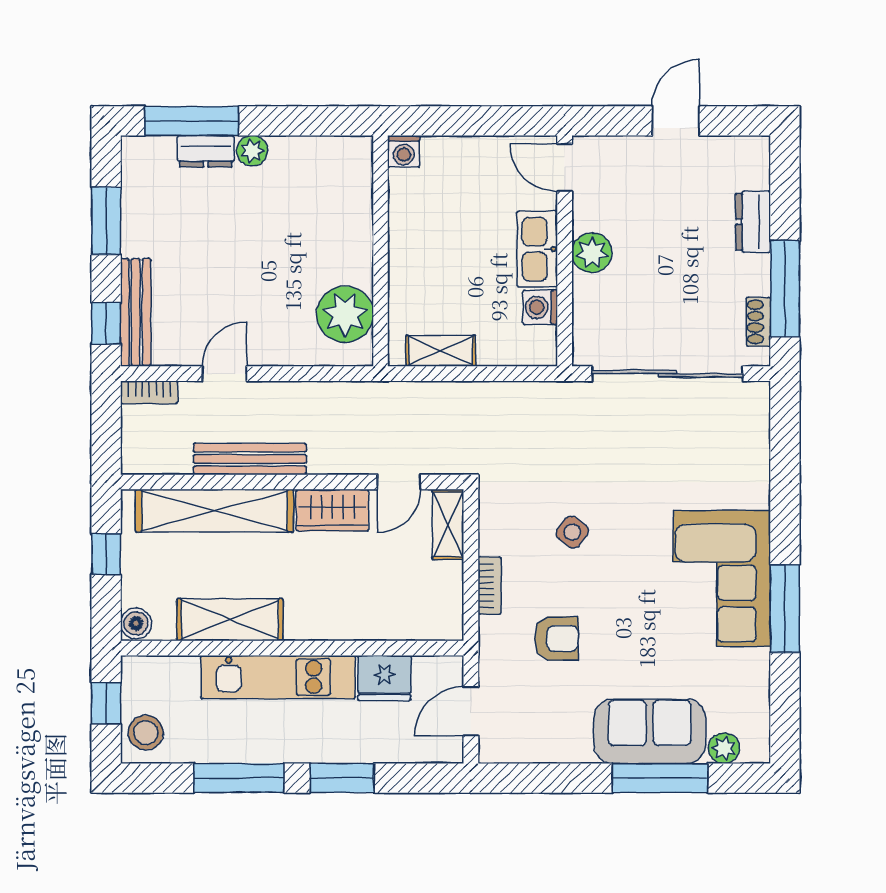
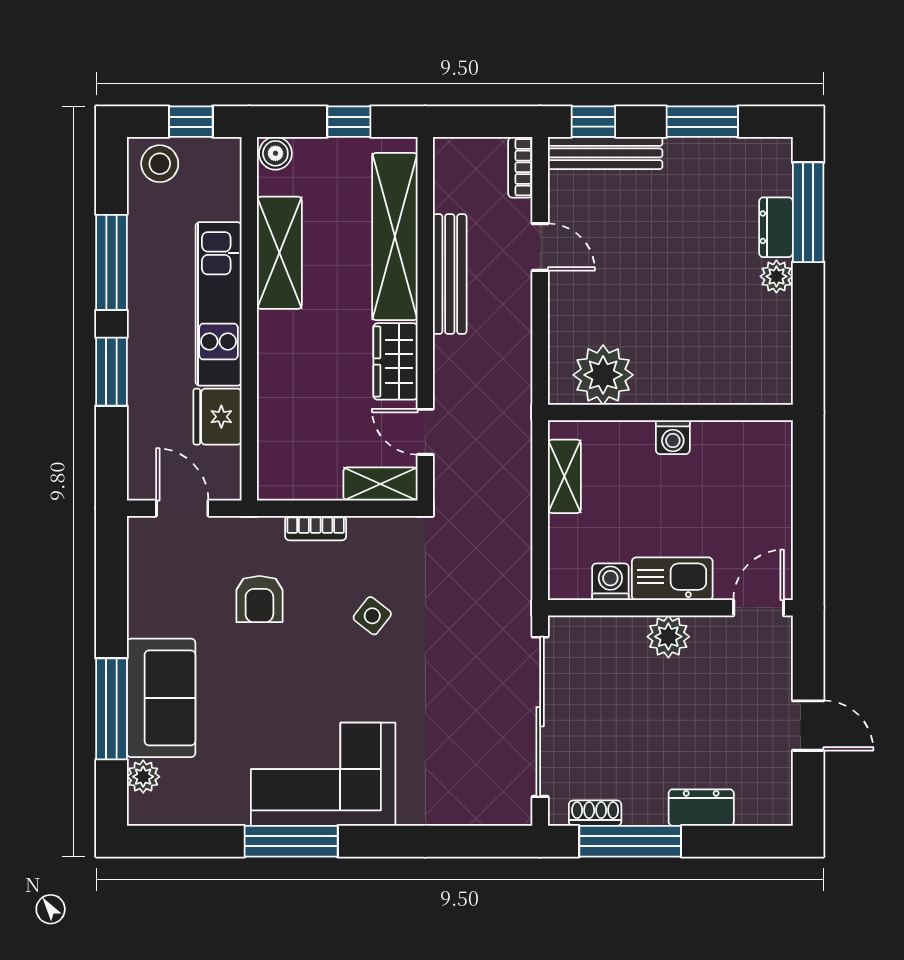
washing machine: (404, 151) -> (673, 437), moved, turned -90

